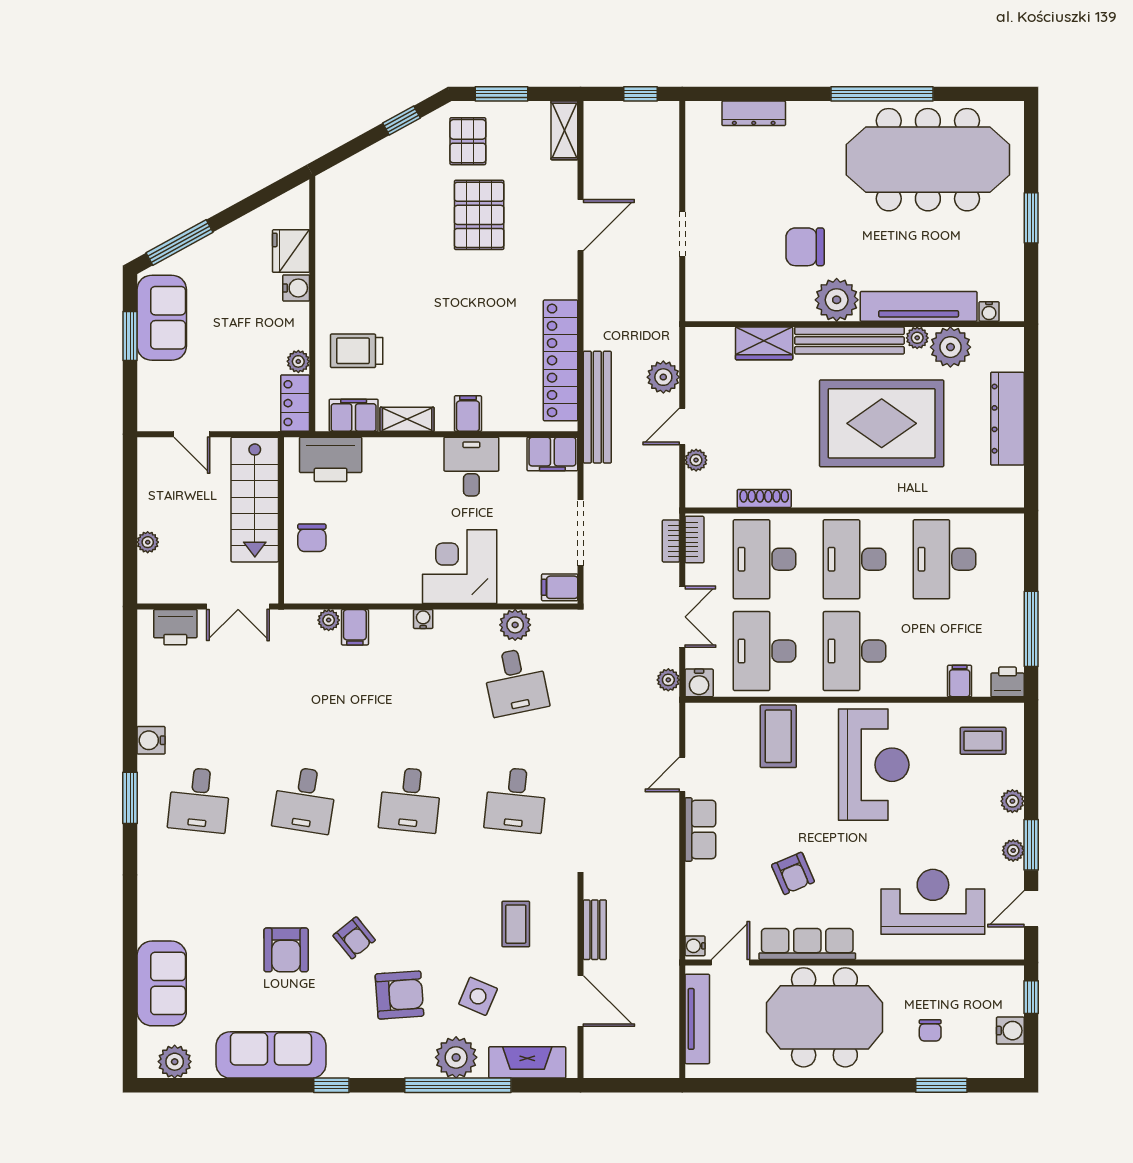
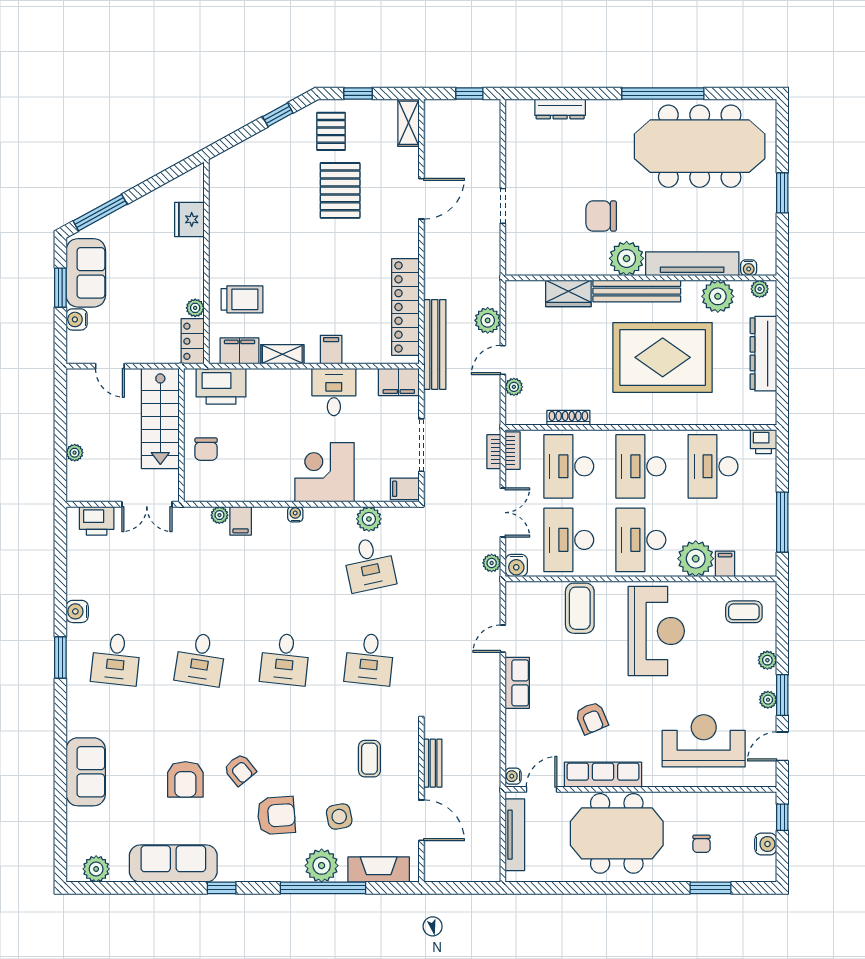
window: (502, 94) -> (358, 93), width x0.67
water cooler: (296, 288) -> (77, 319), moved, turned 180
plant: (917, 338) -> (760, 289), moved
trolley: (357, 351) -> (242, 299), turned 180
plant: (923, 674) -> (696, 559), added
printer: (1008, 682) -> (763, 442), moved, turned 180
sofa: (162, 983) -> (86, 772), moved
side table: (478, 996) -> (339, 817), turned -34

